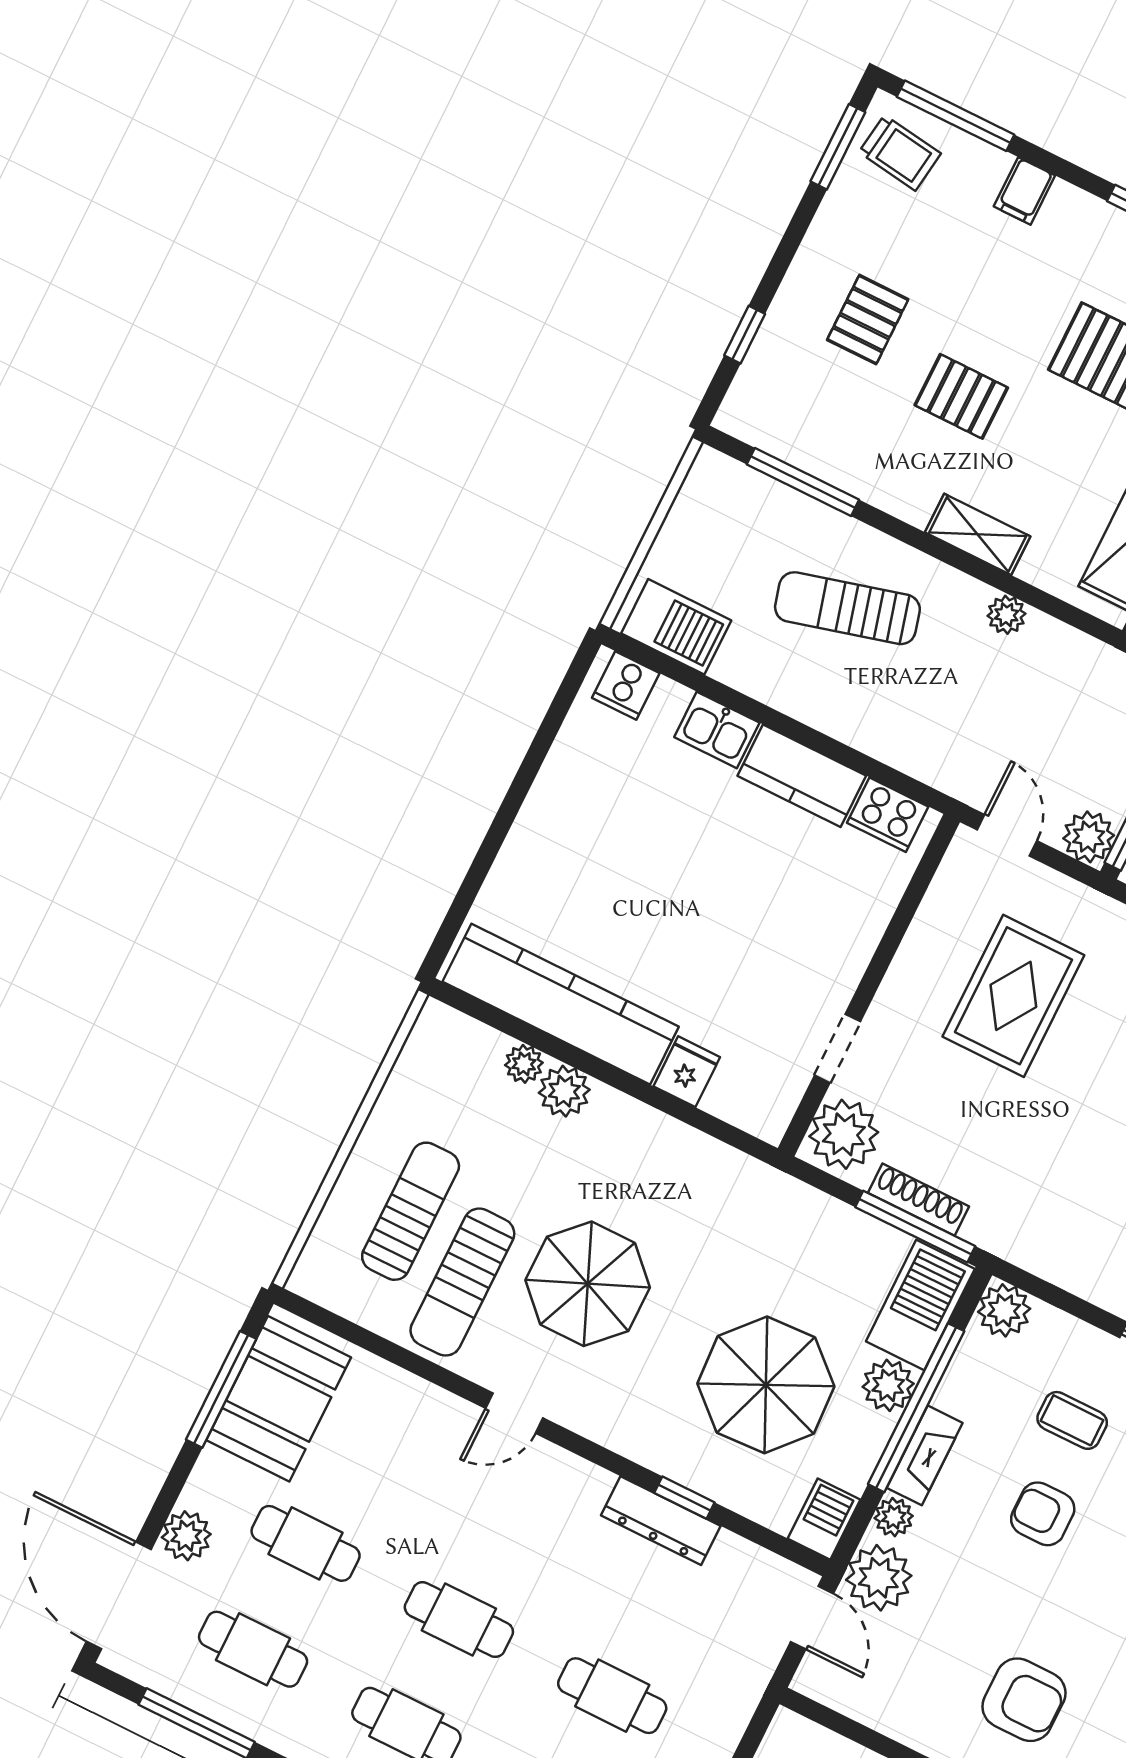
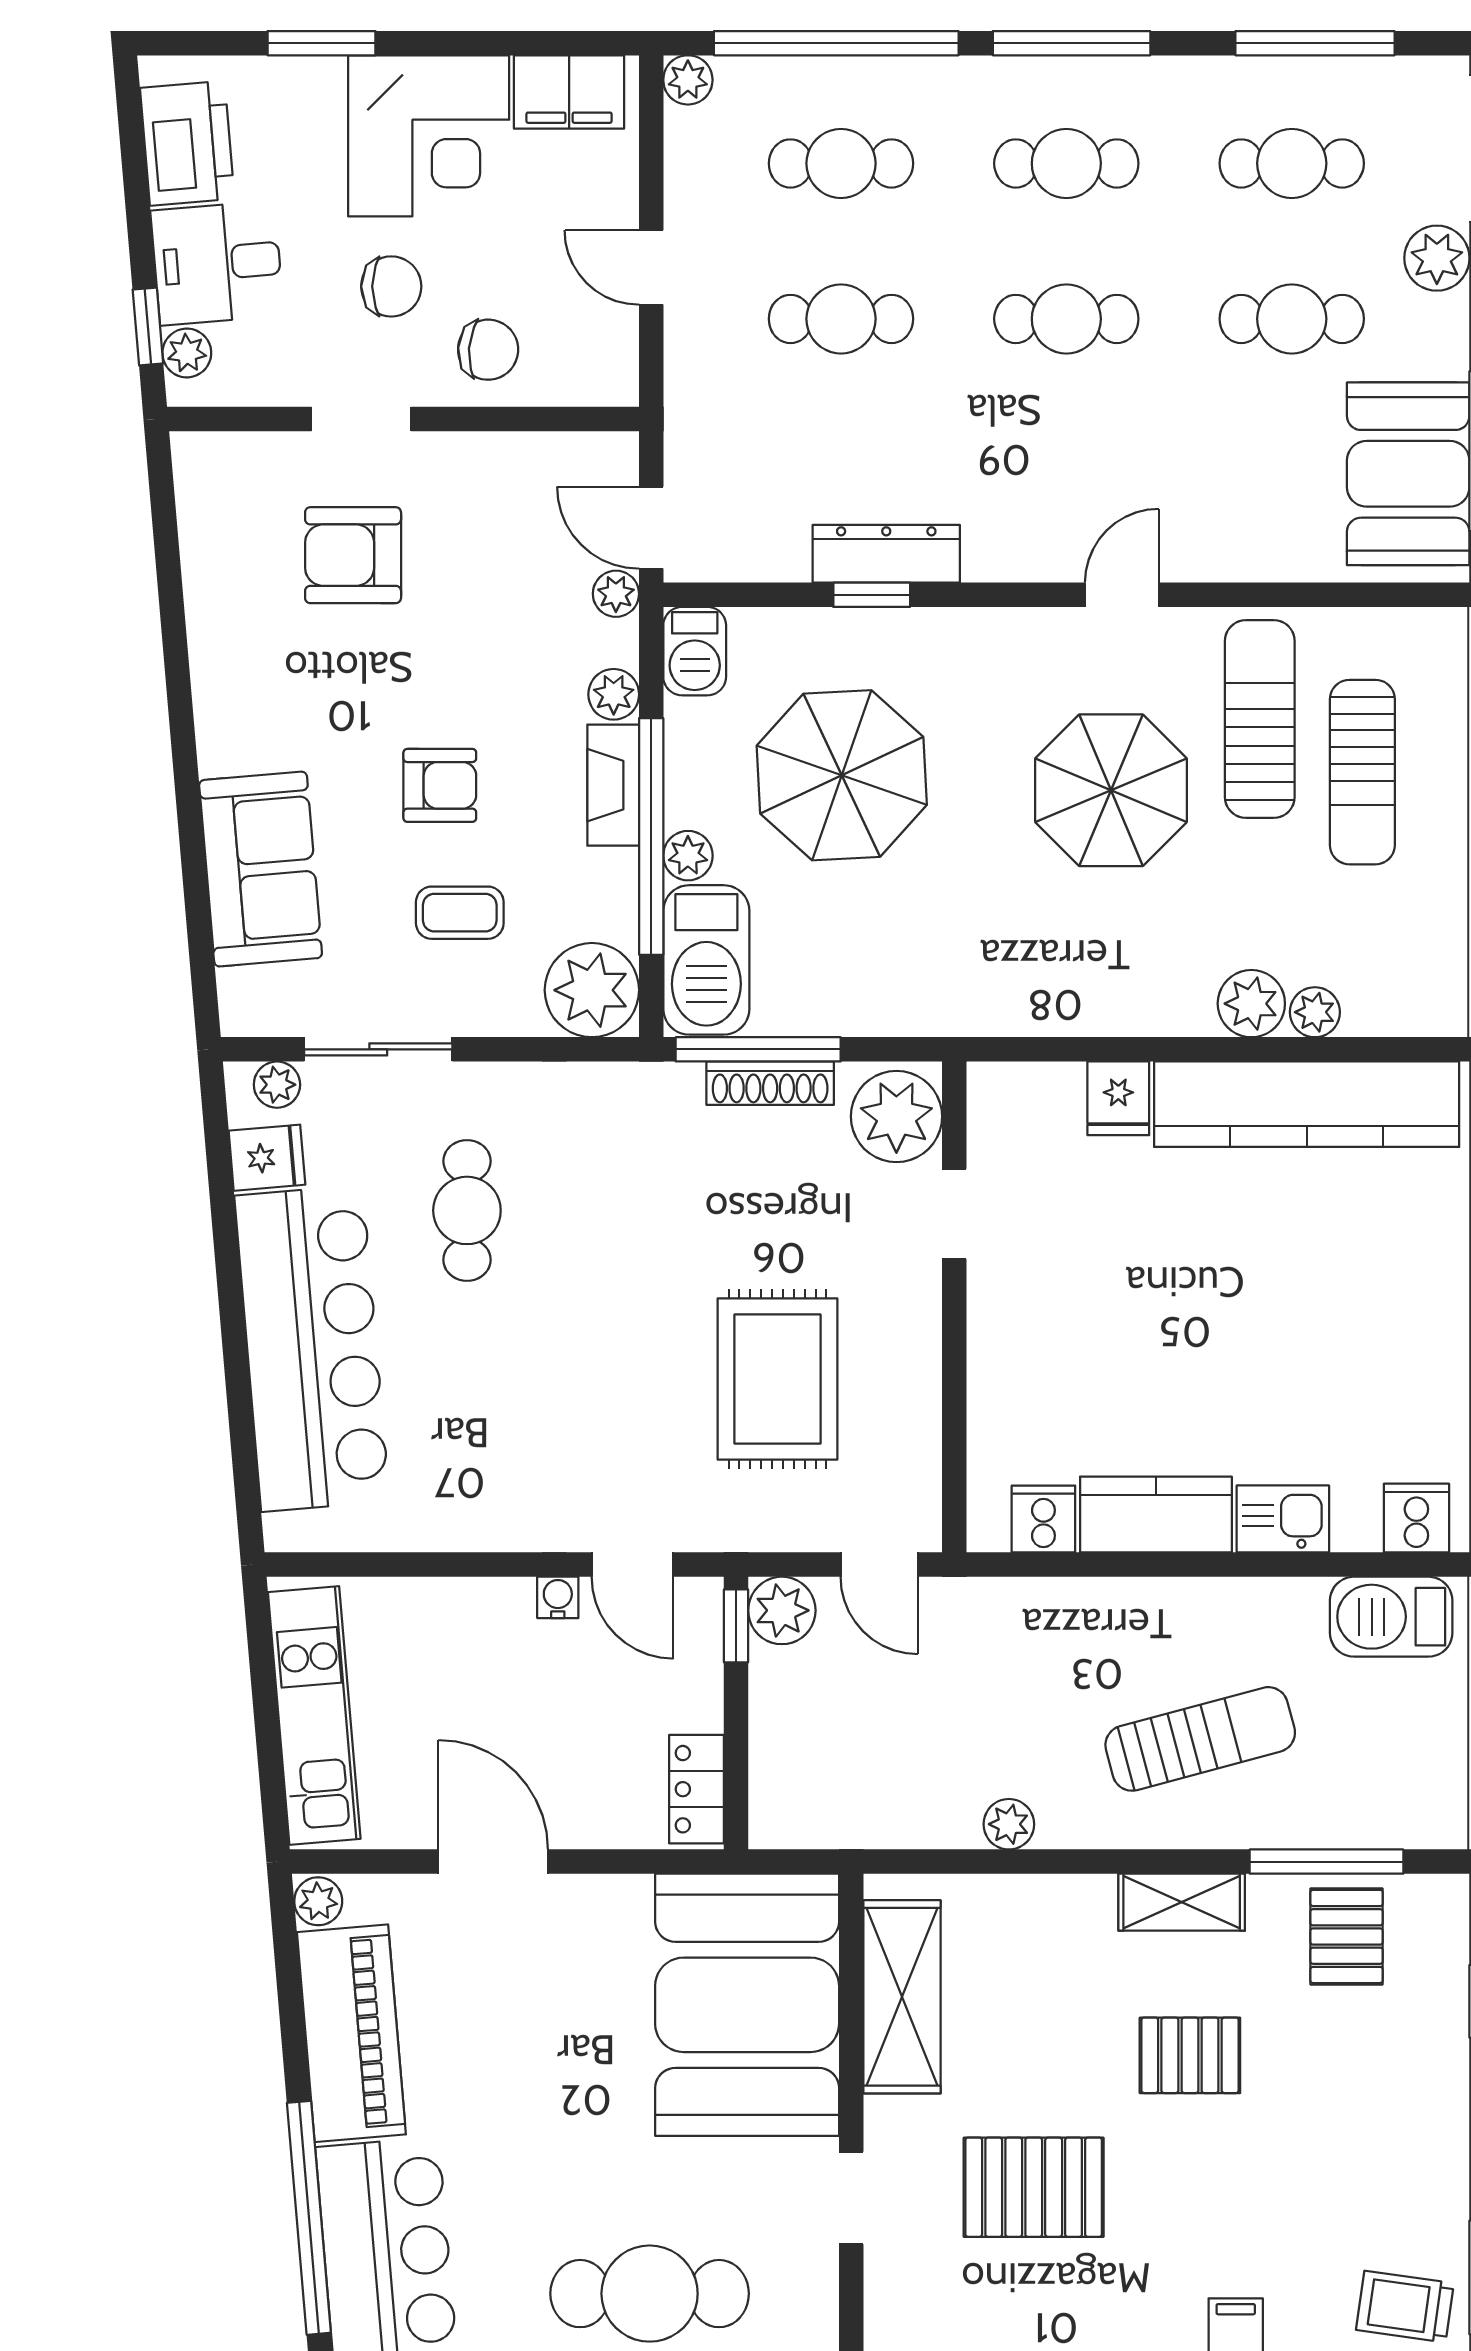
pallet: (868, 320) -> (1347, 1936), moved
shelving: (978, 534) -> (1182, 1902), moved
cooker: (888, 815) -> (1043, 1519), width x0.73
plant: (1004, 1310) -> (592, 990), width x1.36, depth x1.36
plant: (888, 1385) -> (688, 856), width x0.73, depth x0.73
plant: (879, 1578) -> (616, 594), width x0.53, depth x0.53

